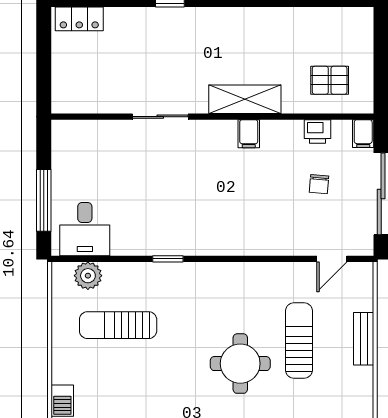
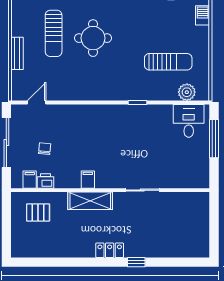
locker: (79, 19) -> (110, 250), moved
filing cabinet: (363, 134) -> (30, 180), moved
sun lounger: (299, 341) -> (54, 33), moved

